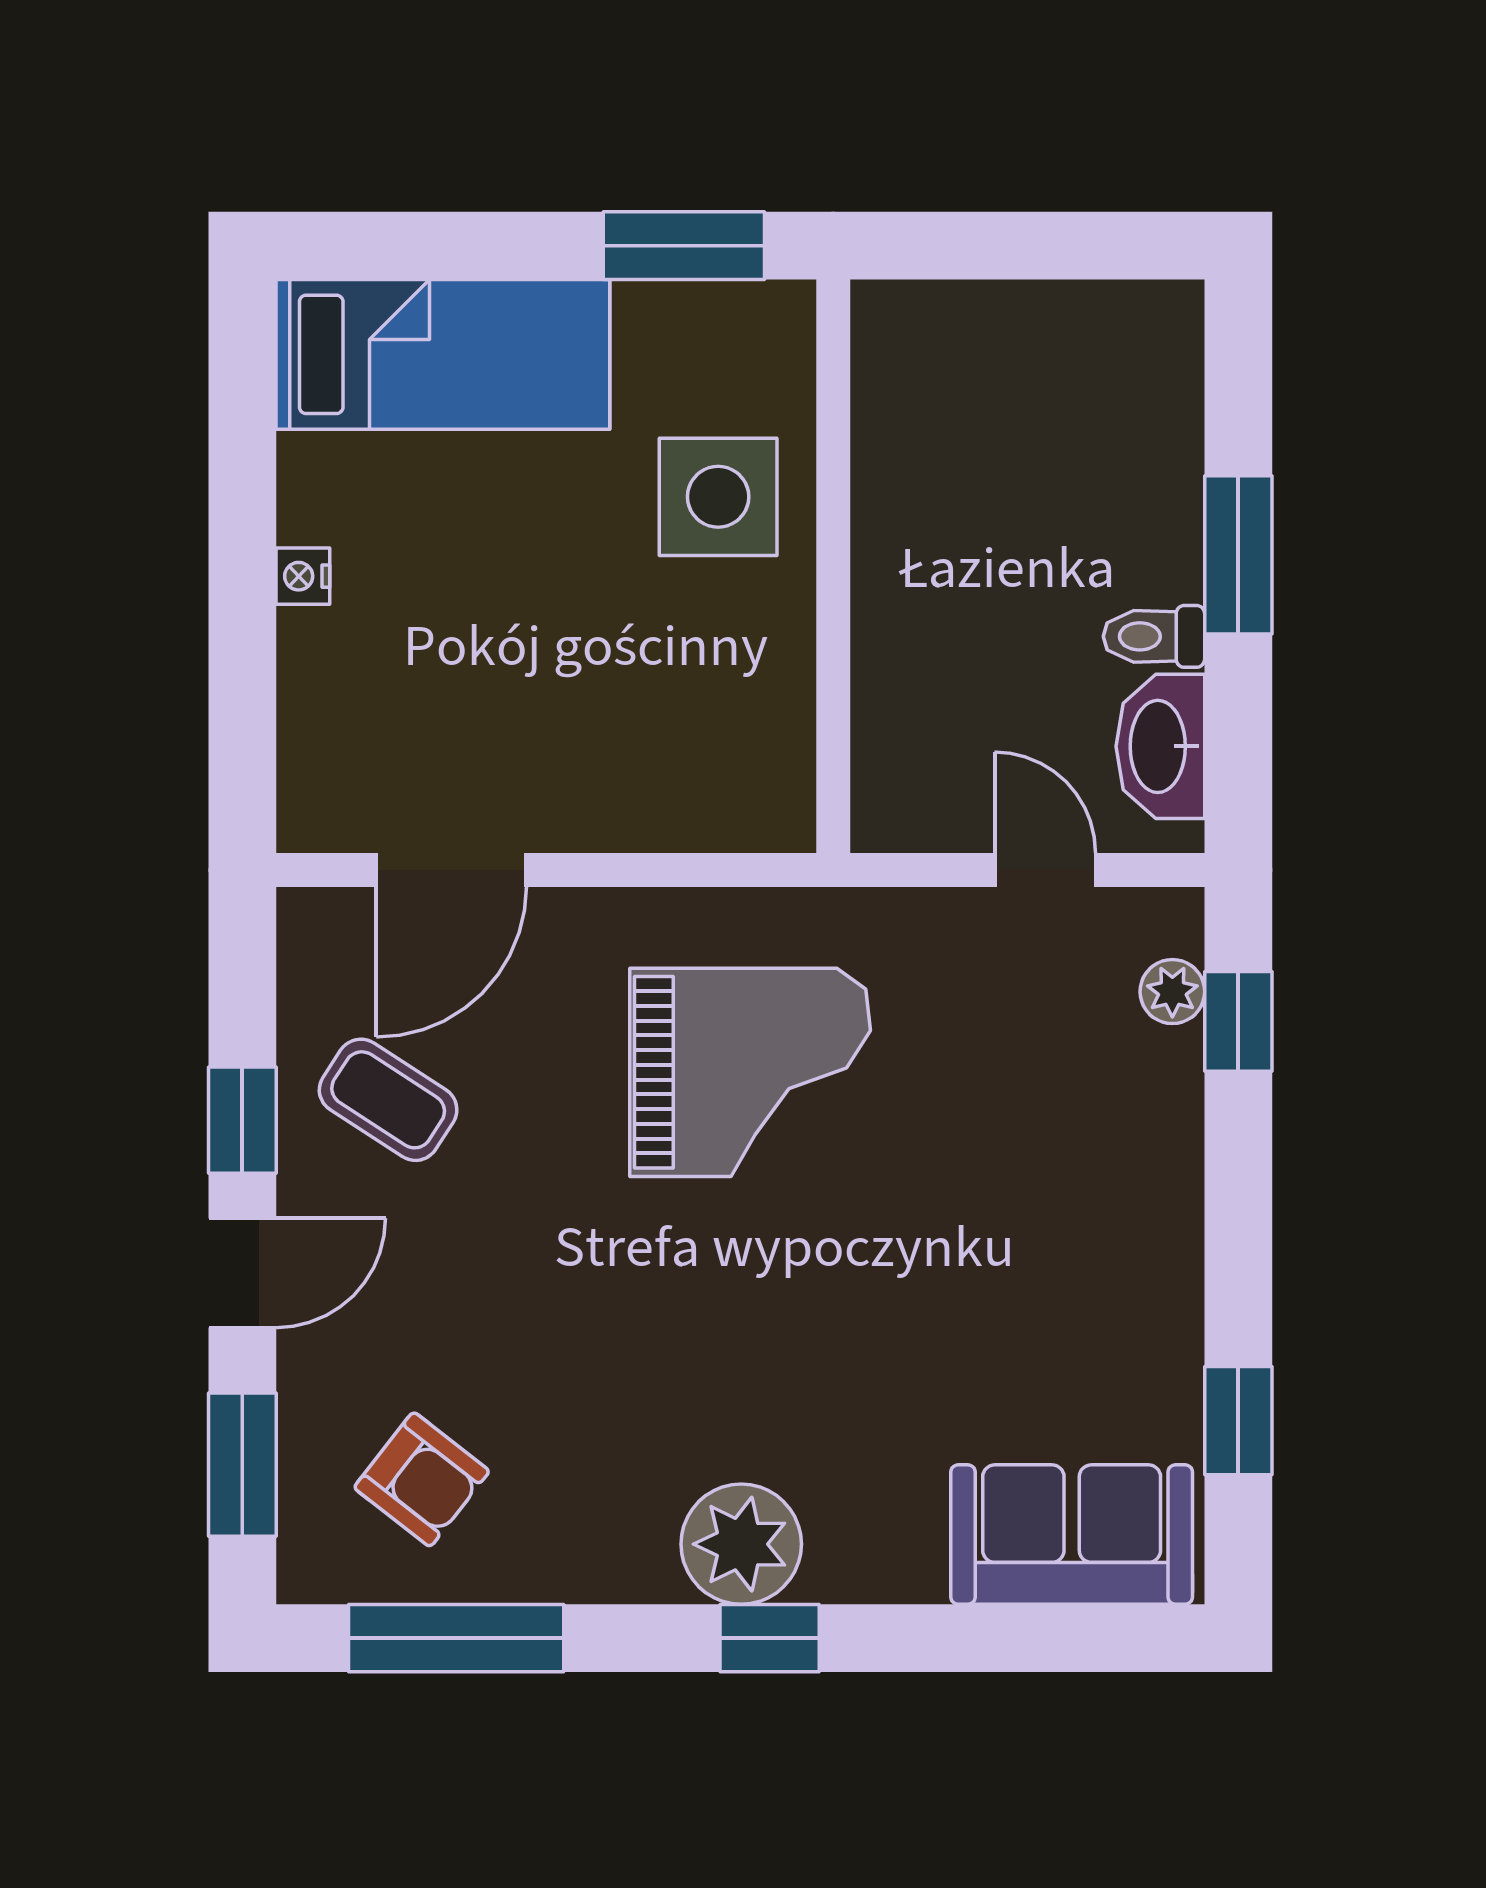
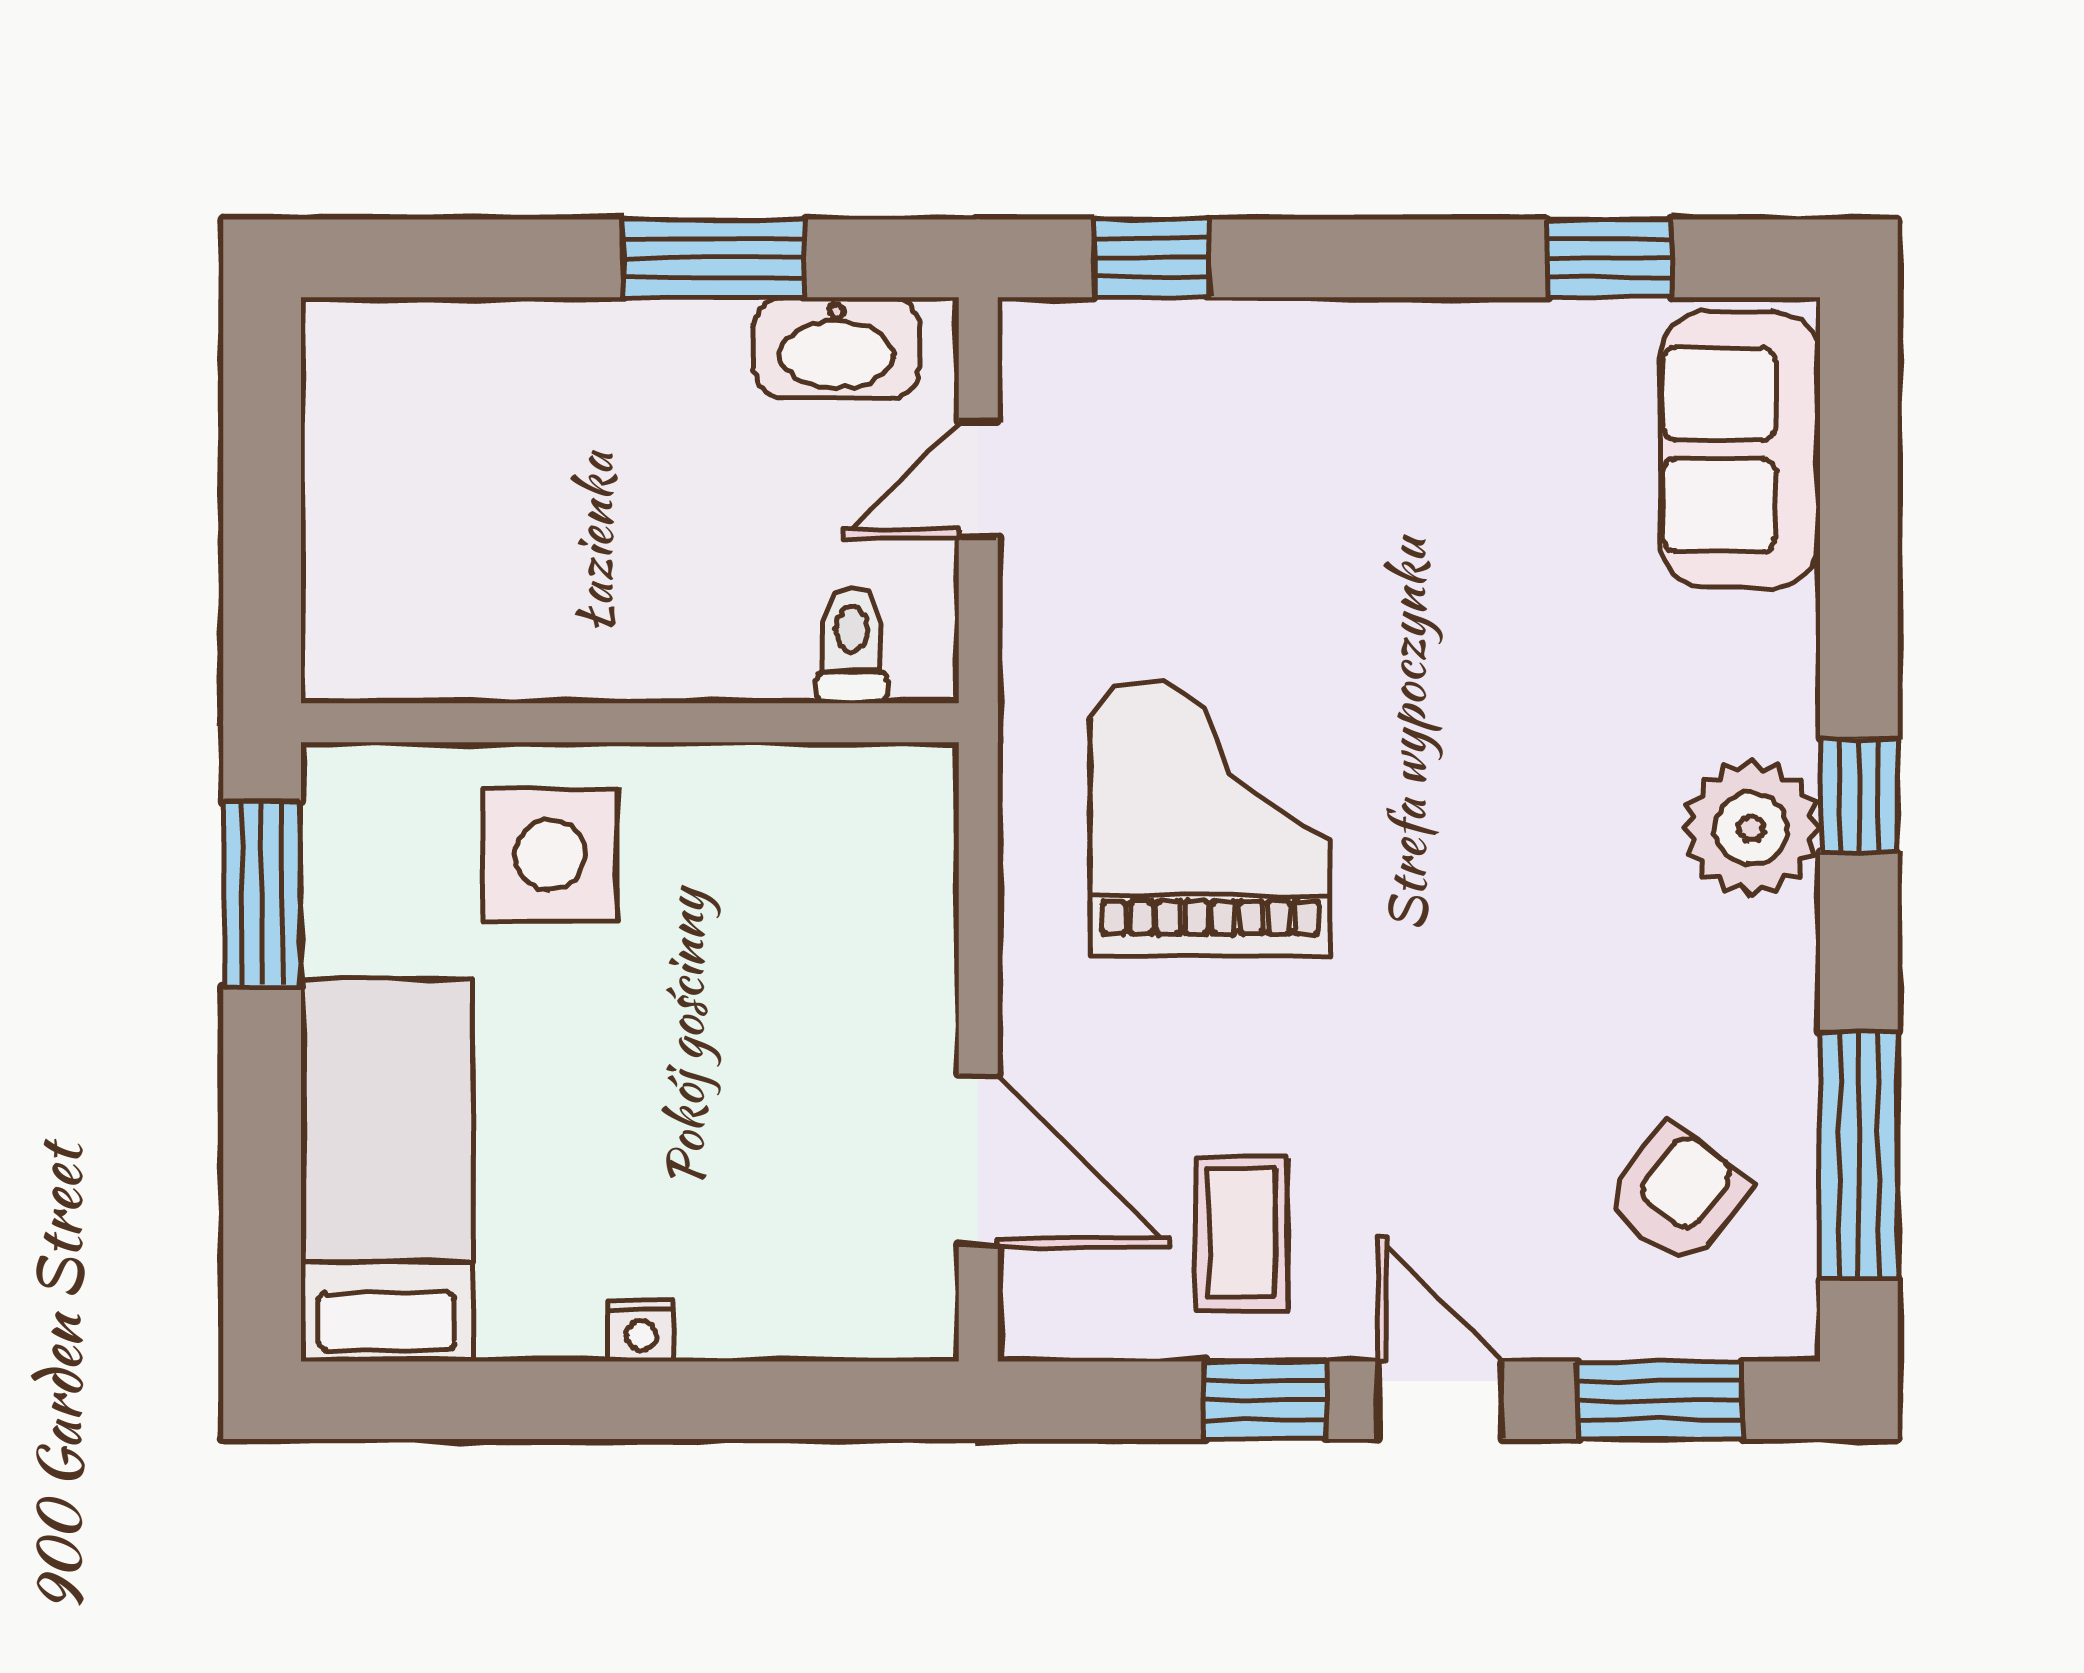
window: (1238, 555) -> (714, 258), moved
toilet: (1154, 636) -> (852, 645), moved, turned 180
plant: (1172, 992) -> (1117, 334), removed
coffee table: (388, 1100) -> (1242, 1233), turned -33

